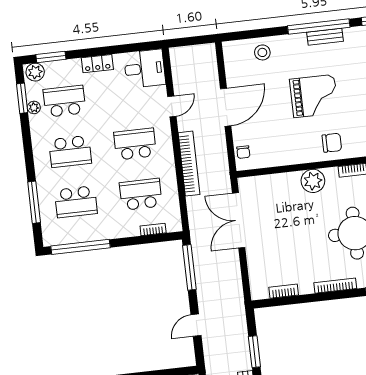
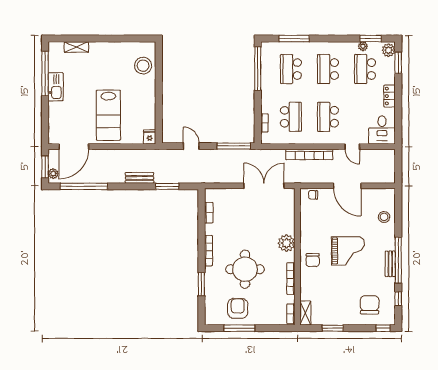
grand piano: (314, 96) -> (348, 251), turned -90
school desk: (64, 101) -> (365, 69), turned 180
school desk: (135, 144) -> (328, 117), turned 180

